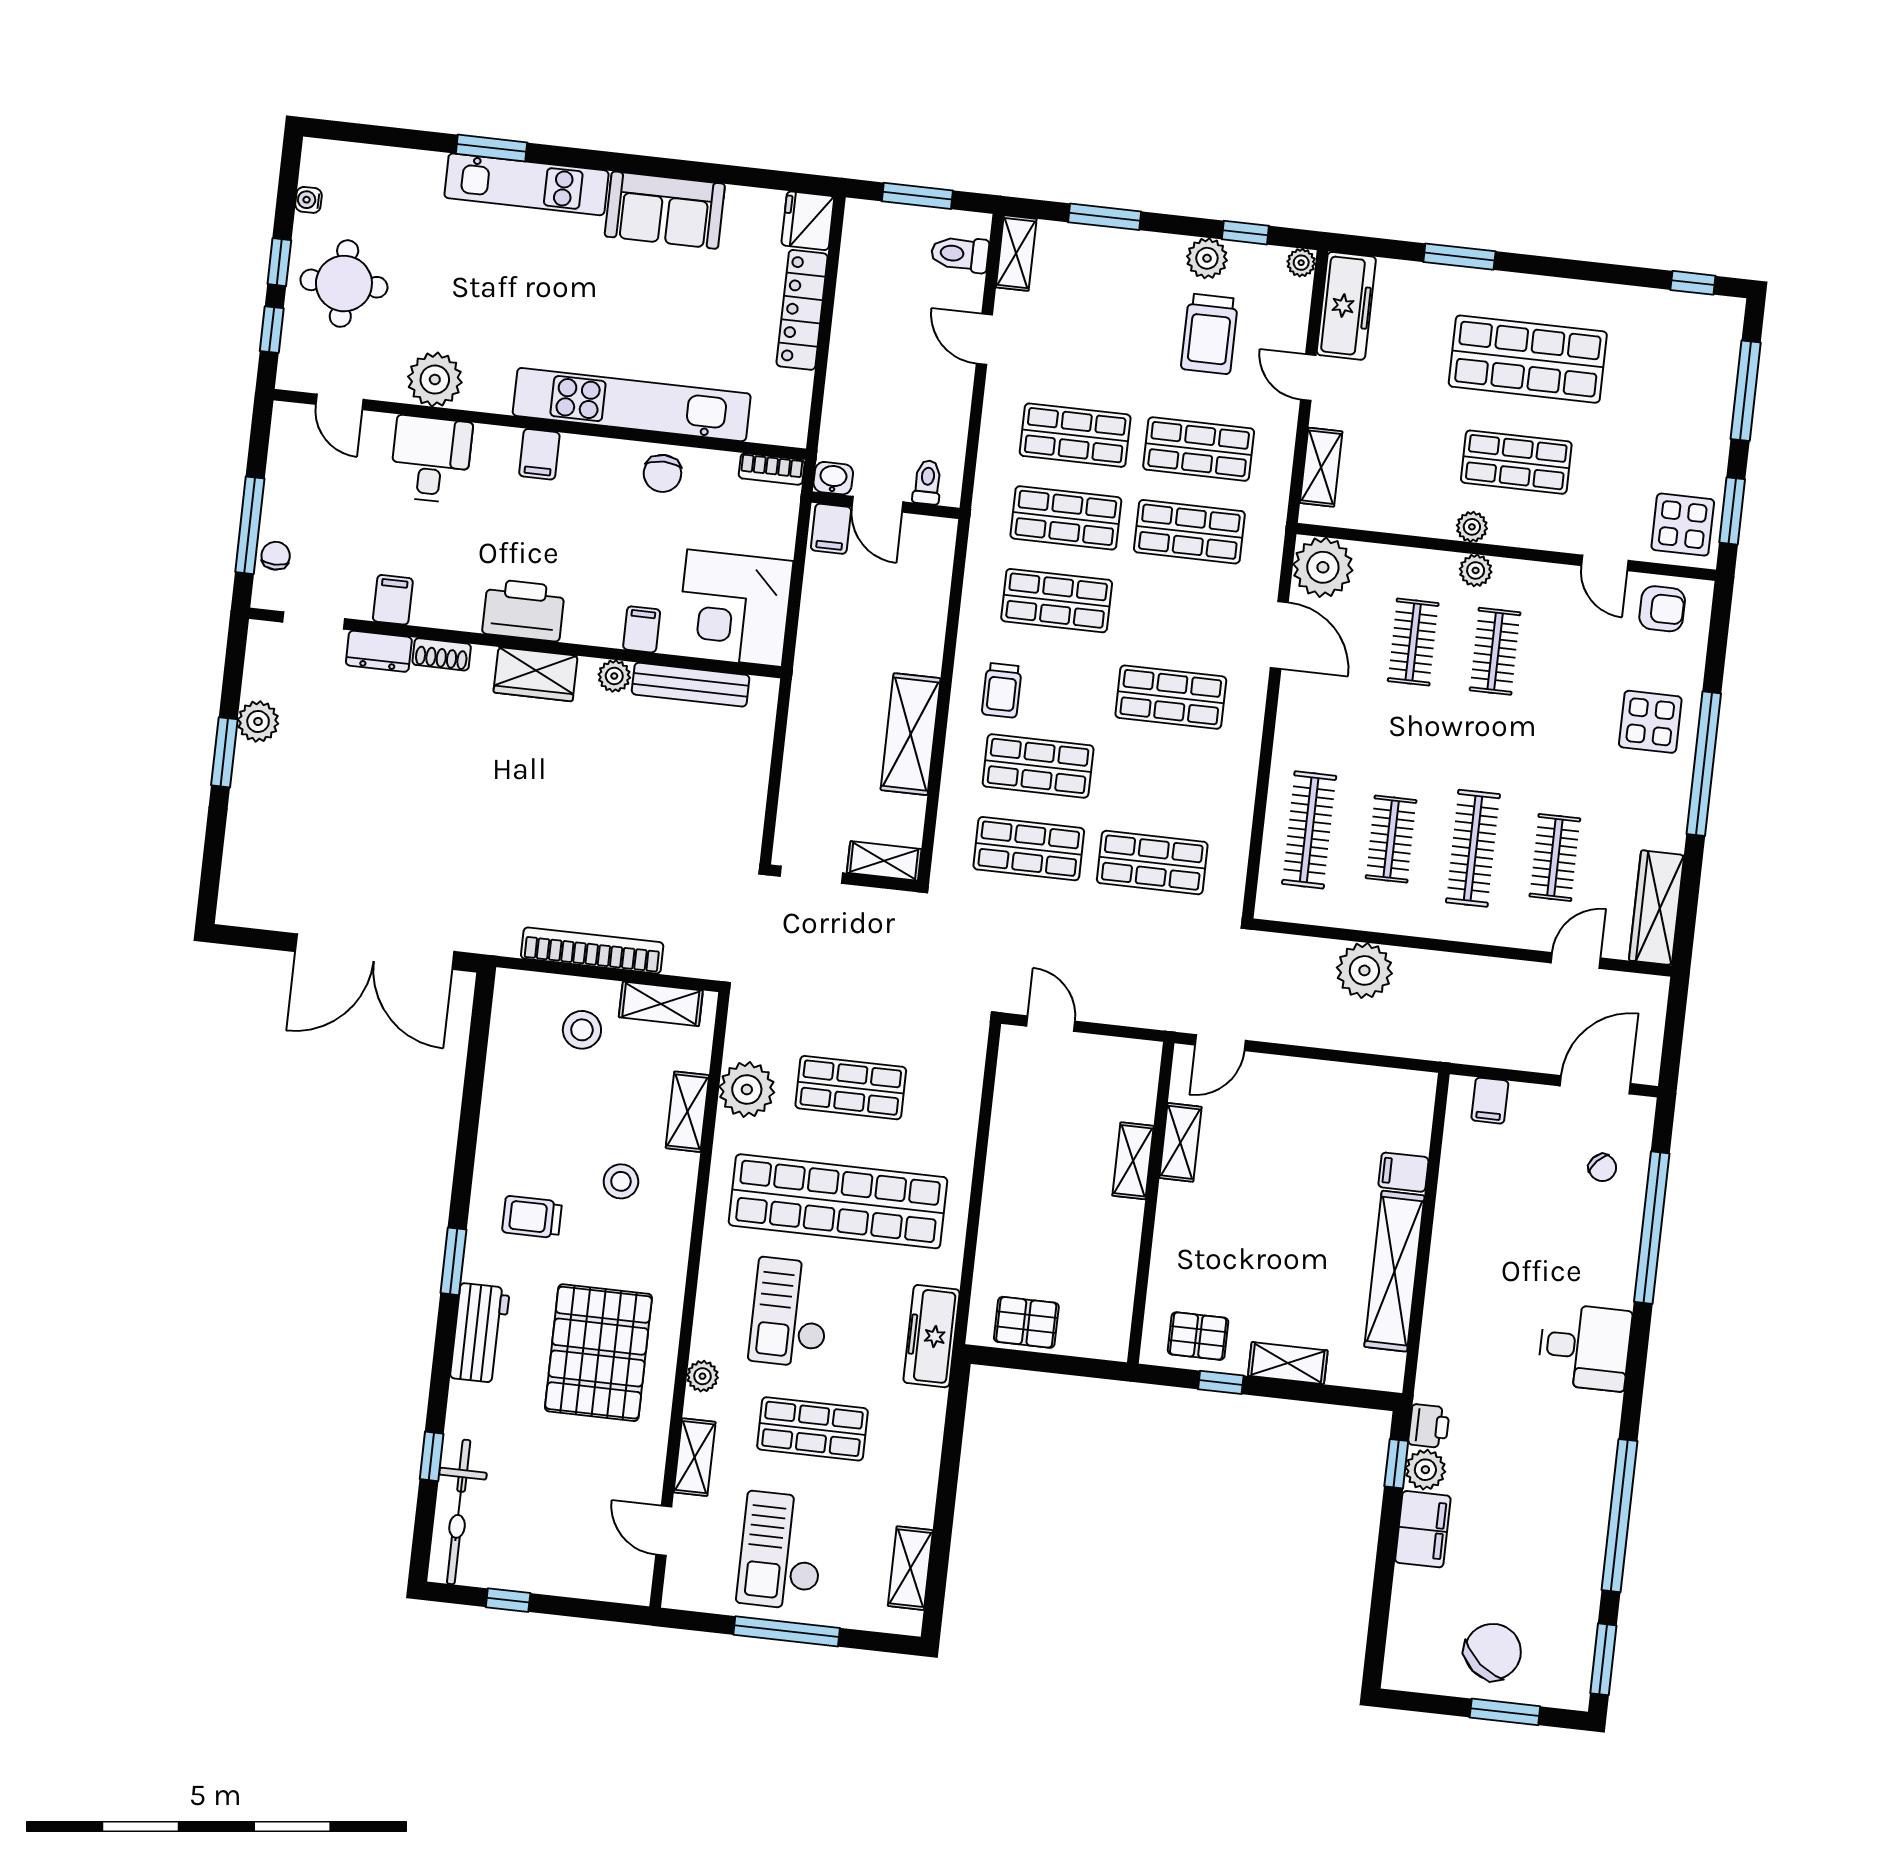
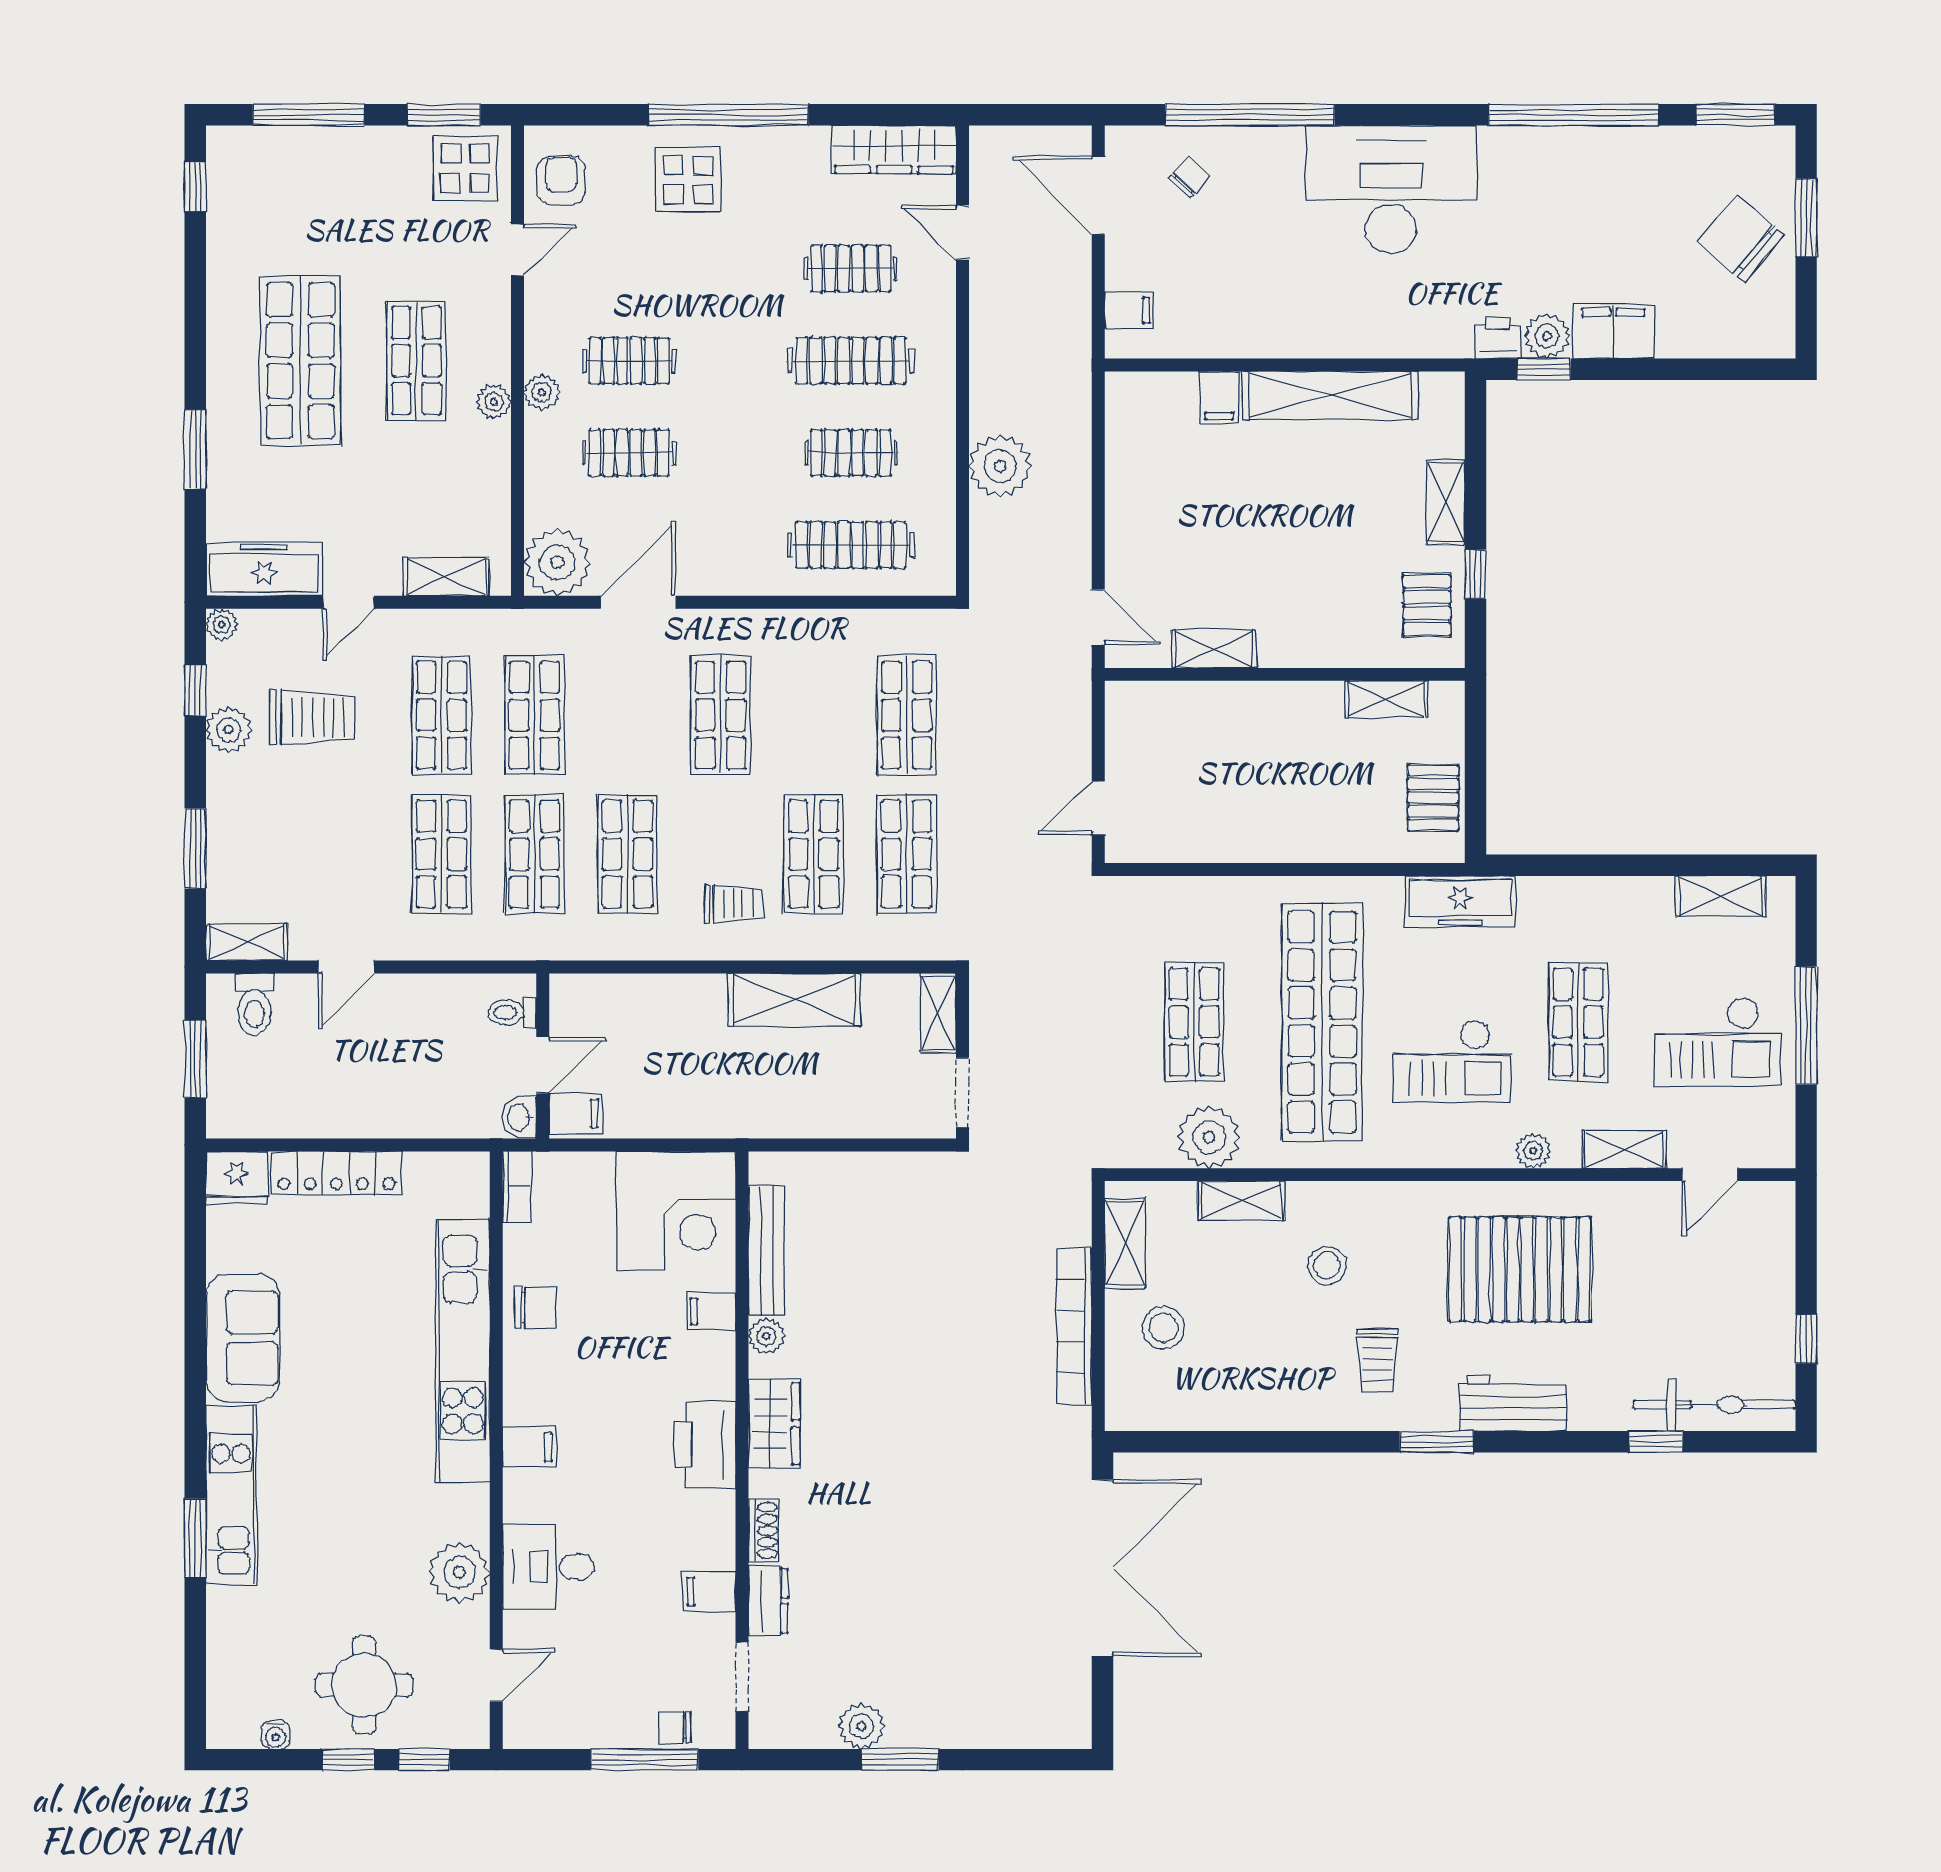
shelving: (1133, 1161) -> (1386, 699), moved
desk: (1585, 1347) -> (1391, 189), width x1.87, depth x1.30

